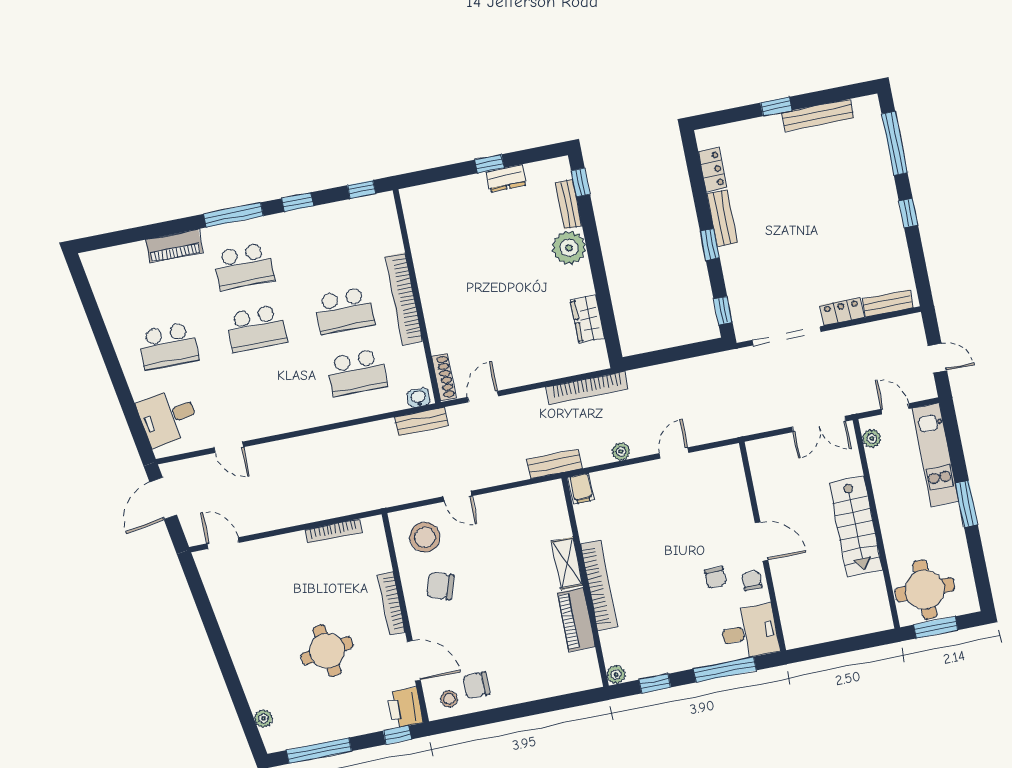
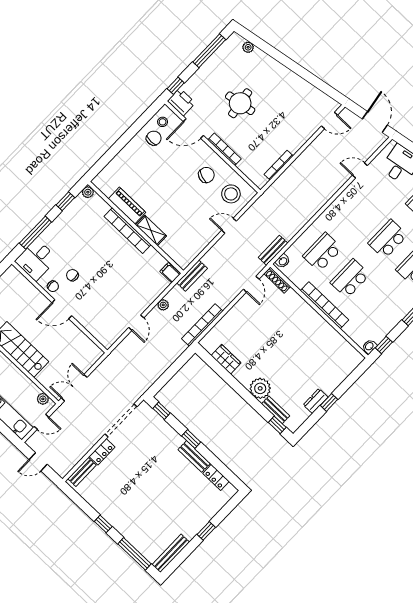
bench: (818, 115) -> (171, 553), moved
washbasin: (382, 201) -> (369, 346), added

